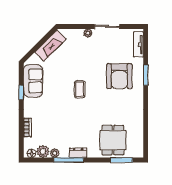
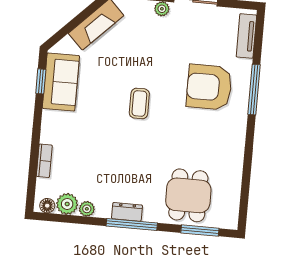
window: (146, 75) -> (254, 90), width x1.44
armchair: (119, 76) -> (209, 87), turned 90
window: (21, 92) -> (41, 81), moved
window: (69, 160) -> (132, 225), moved

